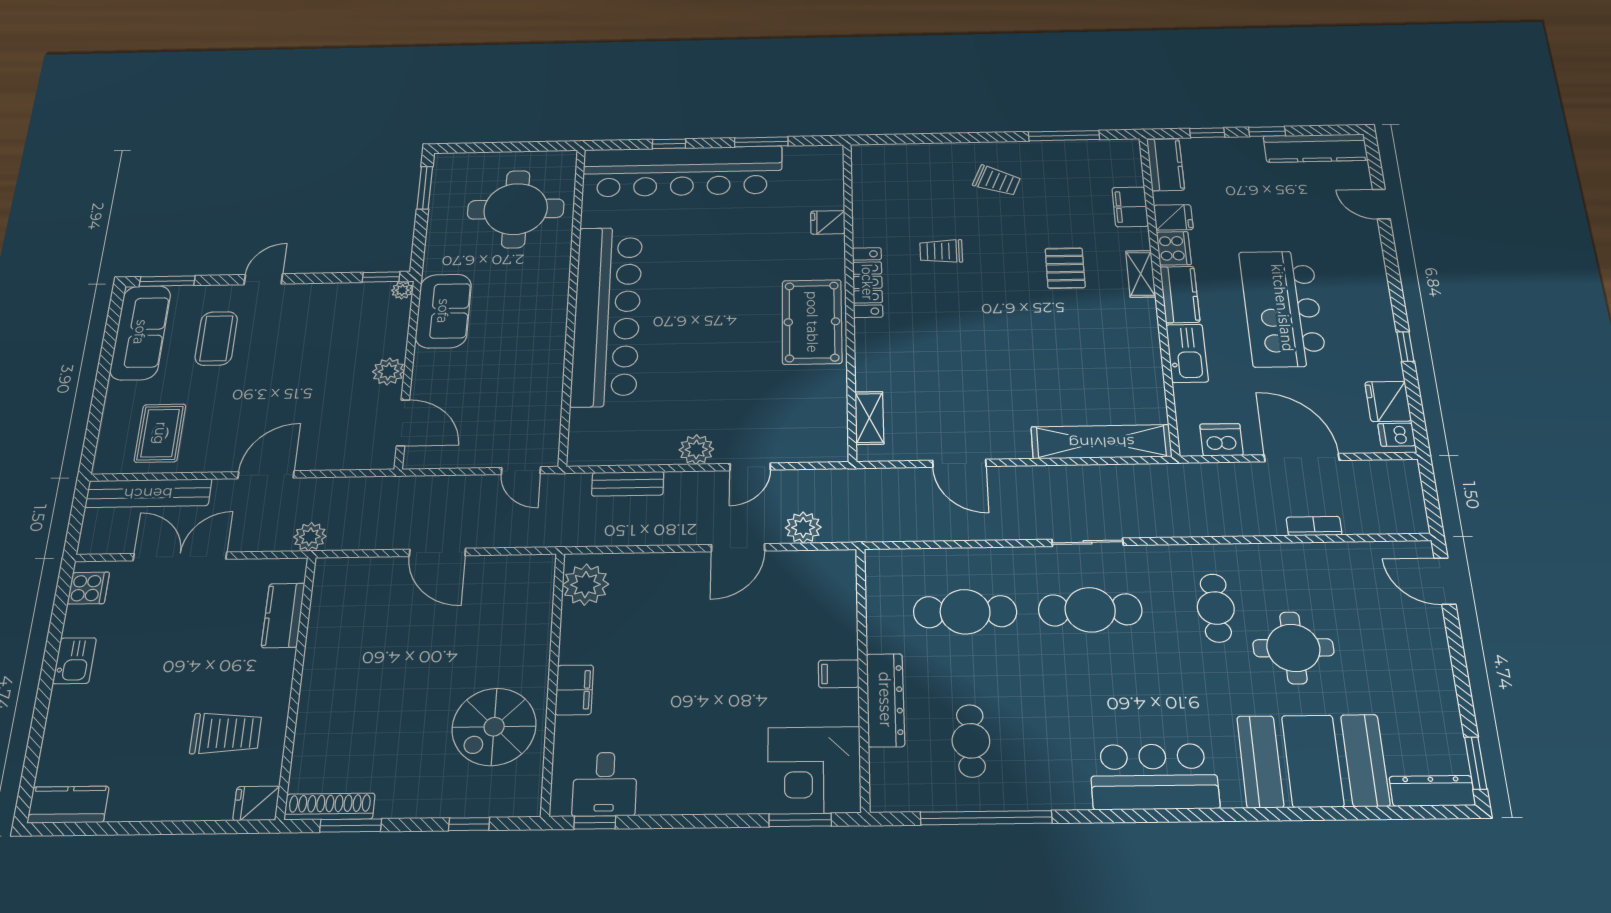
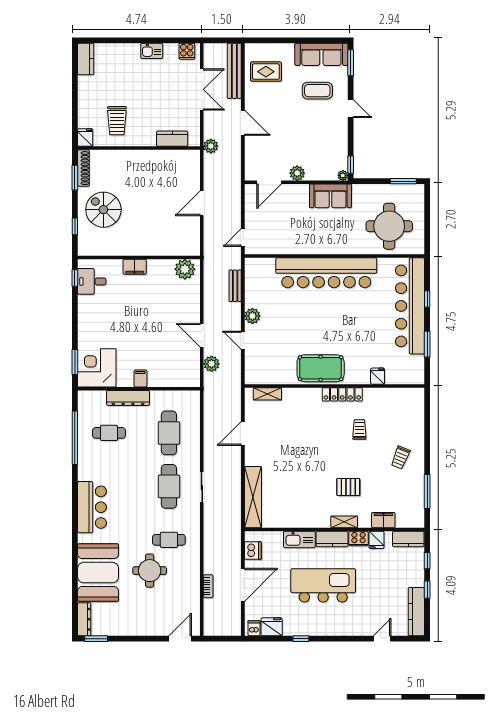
spiral stairs: (494, 727) -> (103, 210), moved

